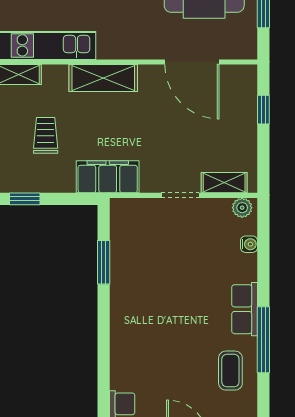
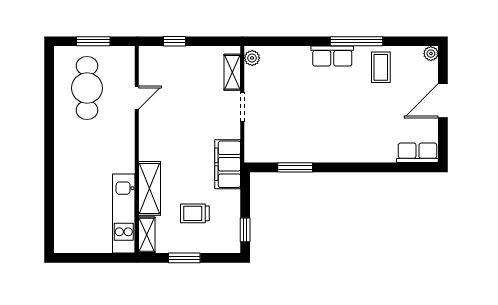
door: (192, 62) -> (137, 98), width x0.53
shelving: (103, 78) -> (149, 188), moved
water cooler: (249, 244) -> (281, 53), removed
coffee table: (230, 371) -> (381, 67), turned 90

